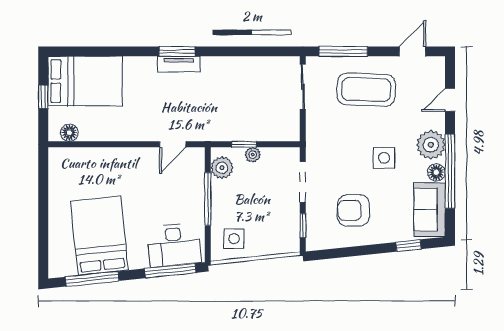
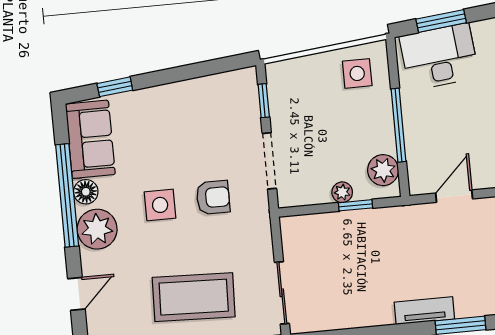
tv unit: (179, 64) -> (424, 311), moved
armchair: (353, 210) -> (213, 197), moved, width x0.72, depth x0.72
window: (170, 271) -> (441, 21), width x0.69

